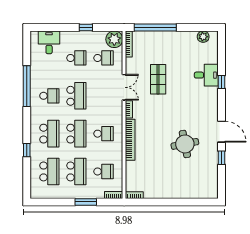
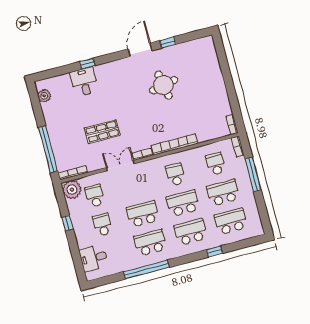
school desk: (49, 96) -> (150, 243), width x1.85
window: (86, 202) -> (253, 174), width x1.44

